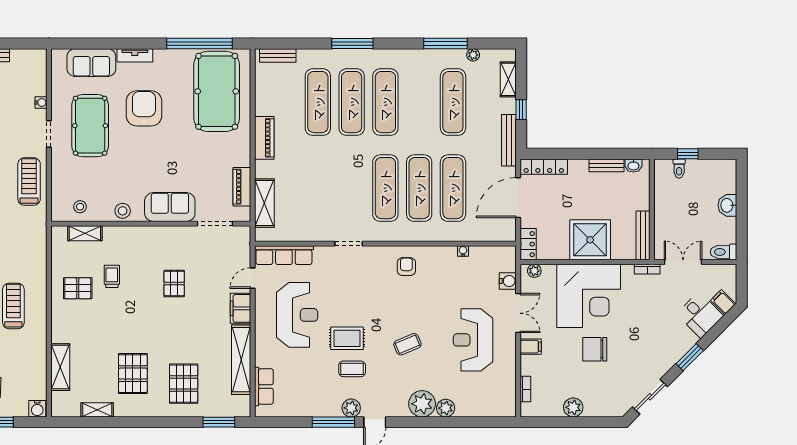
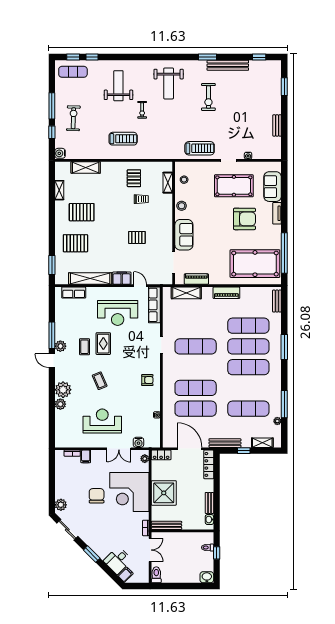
exercise mat: (385, 188) -> (196, 346), moved
washbasin: (727, 205) -> (207, 577), moved
filing cabinet: (531, 347) -> (86, 456), moved
plant: (573, 407) -> (61, 505), moved

